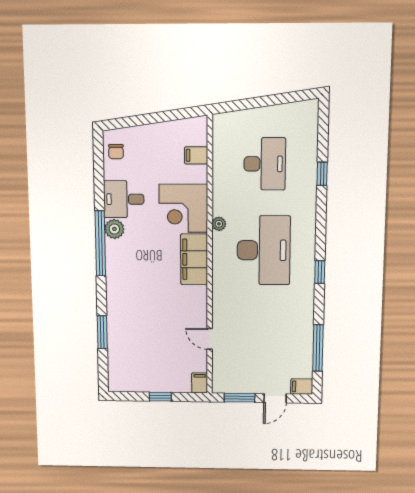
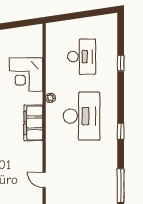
filing cabinet: (196, 155) -> (35, 51), removed
corner desk: (183, 208) -> (26, 75), moved

